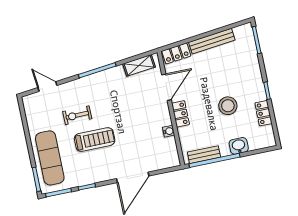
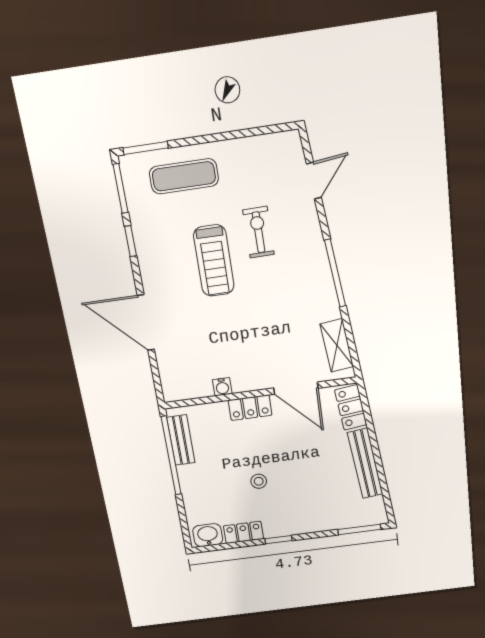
stool: (228, 106) -> (259, 481), width x0.53, depth x0.53
washbasin: (239, 146) -> (208, 535), moved, turned -90
exercise mat: (50, 158) -> (184, 176), width x0.73, depth x0.69

